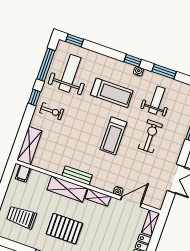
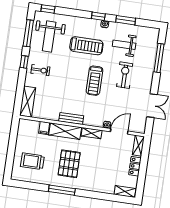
weight bench: (70, 73) -> (49, 36), turned 180
weight bench: (157, 100) -> (124, 45), turned -90
filing cabinet: (23, 174) -> (44, 128), moved
pallet: (64, 229) -> (69, 164), turned 90

